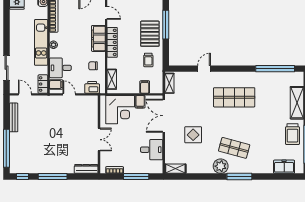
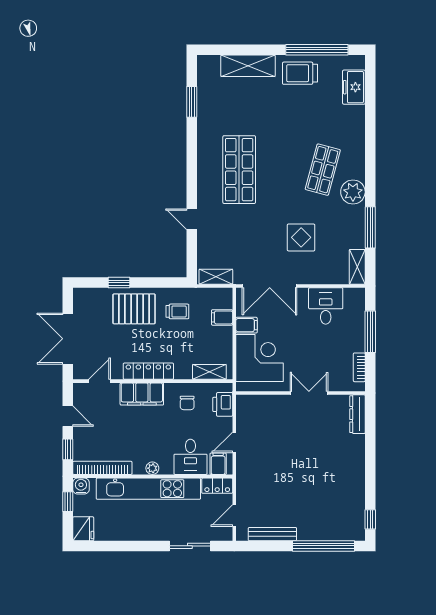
window: (166, 25) -> (119, 283), width x0.46
kitchen unit: (41, 42) -> (148, 489), width x1.36
window: (275, 69) -> (192, 102), width x0.47
trolley: (292, 134) -> (300, 73), turned 180
window: (53, 177) -> (370, 470), removed
window: (239, 177) -> (370, 227), moved

